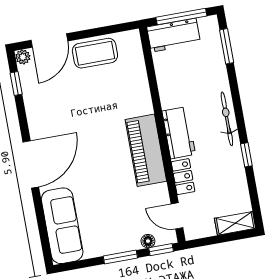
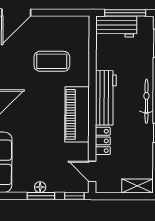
coffee table: (95, 53) -> (52, 61), moved
workbench: (179, 133) -> (106, 98), width x1.38
floor lamp: (148, 241) -> (40, 187), moved

